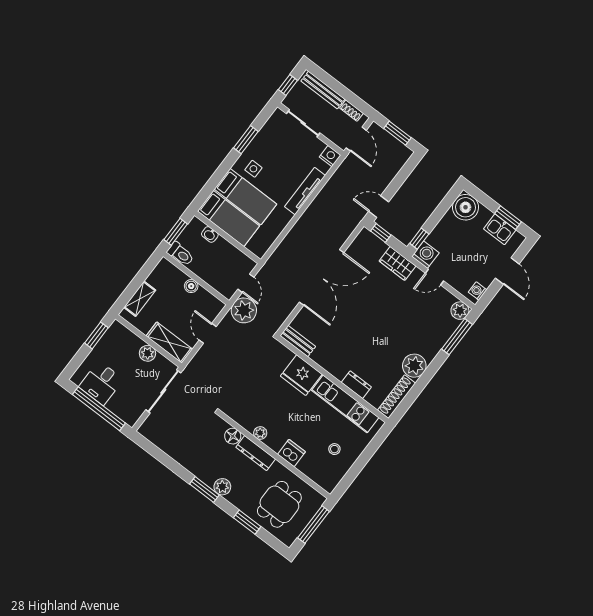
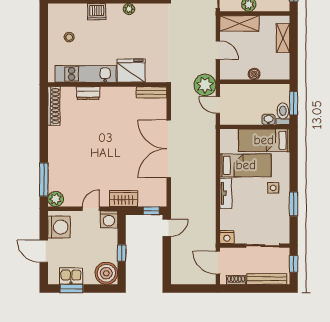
window: (397, 133) -> (193, 289), removed
tv unit: (305, 191) -> (226, 193), width x0.71
bed: (245, 197) -> (246, 165), moved, turned 180
window: (419, 239) -> (122, 253), moved
toilet: (180, 254) -> (283, 114), moved, turned 90
washing machine: (478, 291) -> (59, 227), width x1.89, depth x1.89
plant: (414, 366) -> (58, 137), removed

